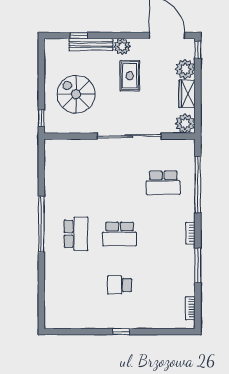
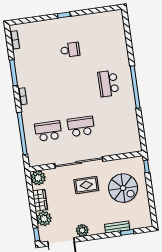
bench: (91, 44) -> (117, 227), width x0.73
plant: (122, 46) -> (82, 230), moved
rug: (130, 76) -> (86, 185), moved, turned 90
school desk: (120, 234) -> (81, 126), moved

